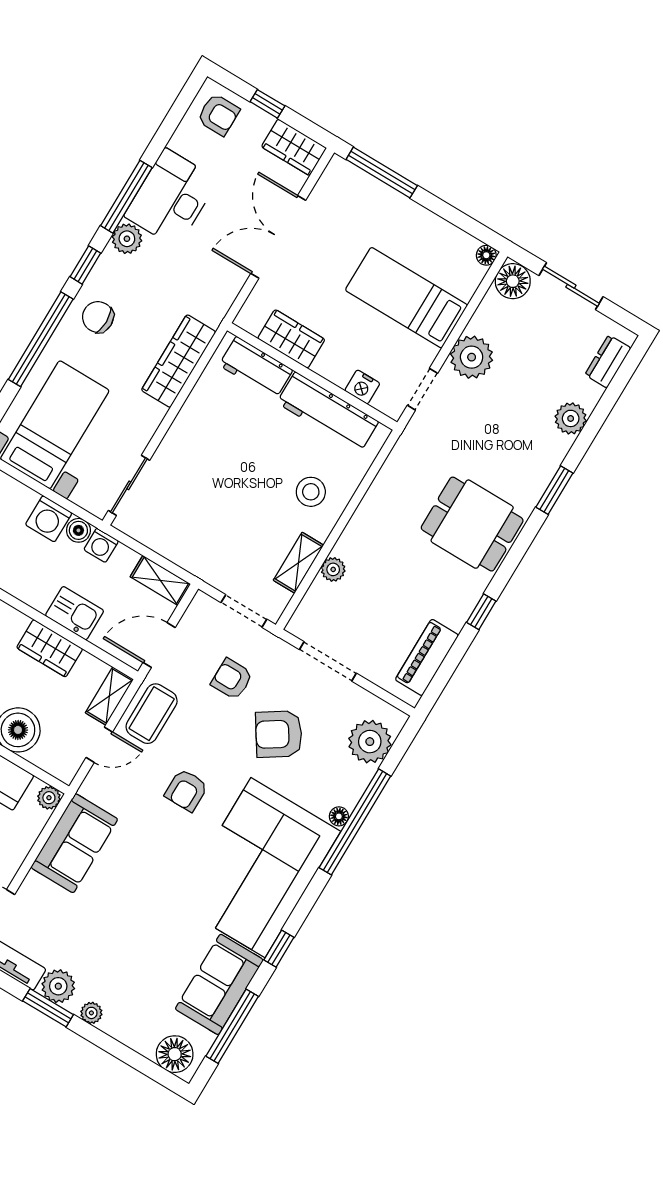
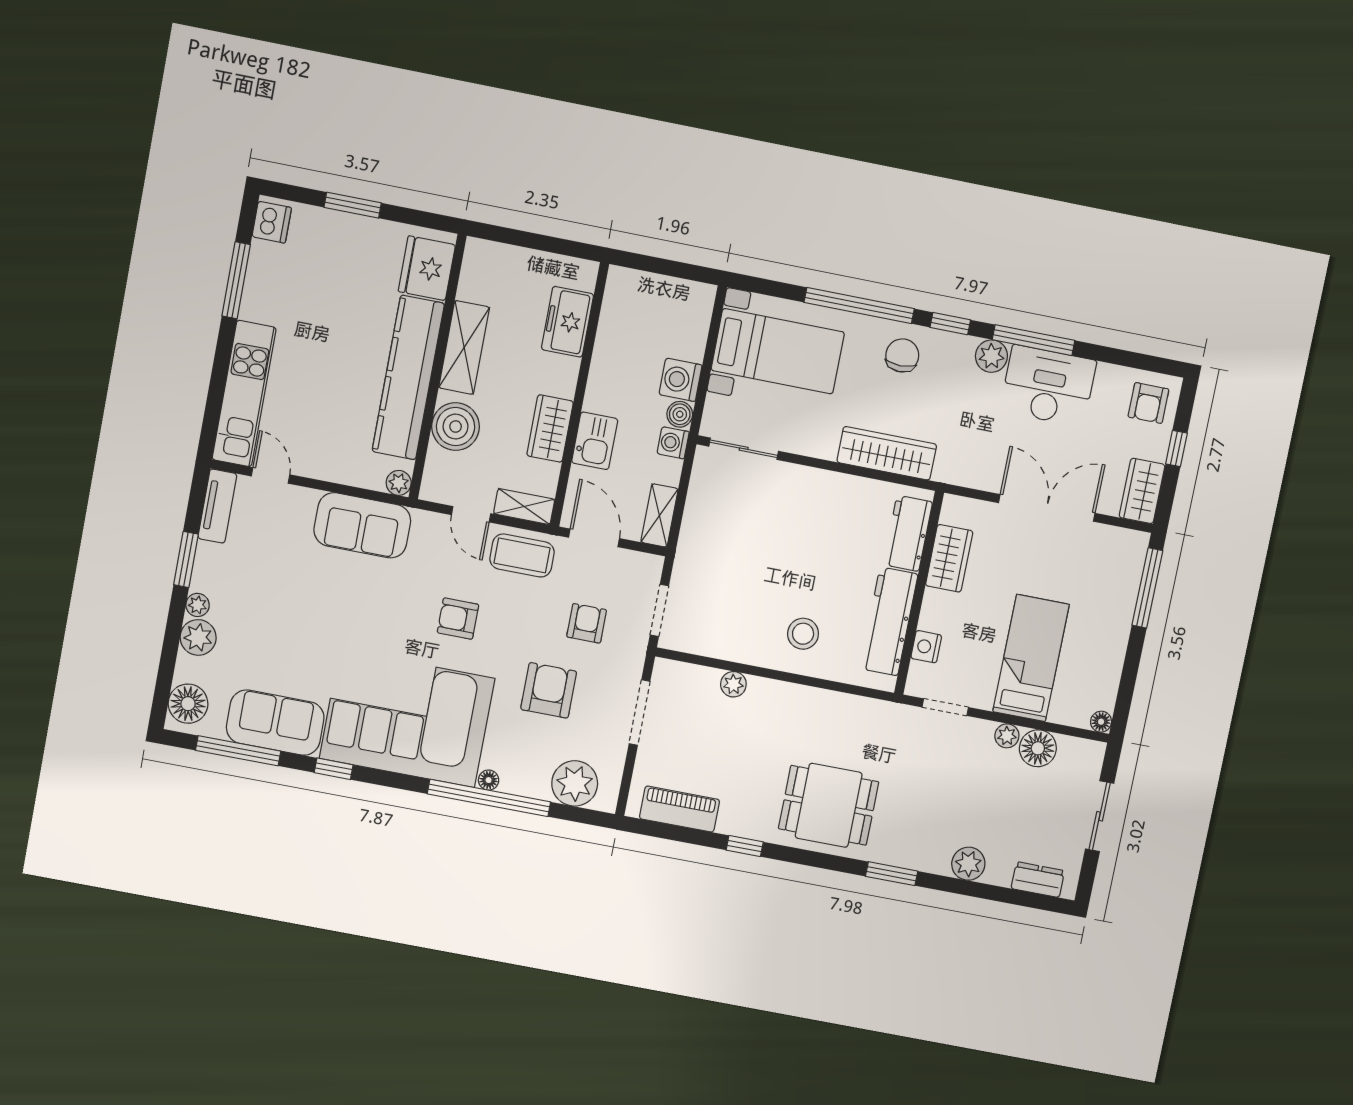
floor lamp: (513, 281) -> (1038, 748), moved
plant: (472, 357) -> (1007, 736), width x0.53, depth x0.53
dining table: (472, 524) -> (829, 805), turned 90
shelving: (298, 563) -> (728, 647), removed
armchair: (279, 734) -> (549, 690), turned 33
plant: (58, 986) -> (198, 637), moved

